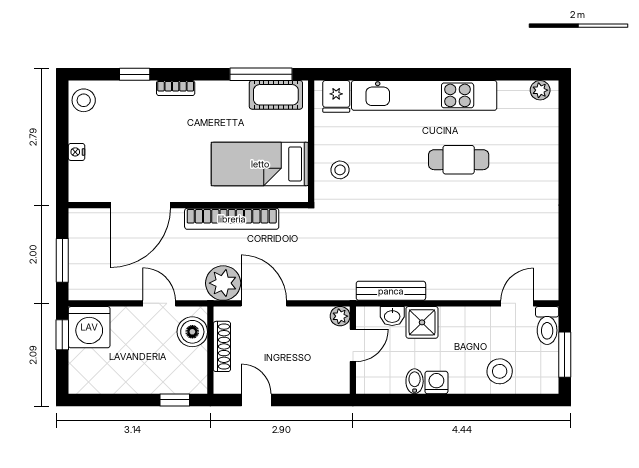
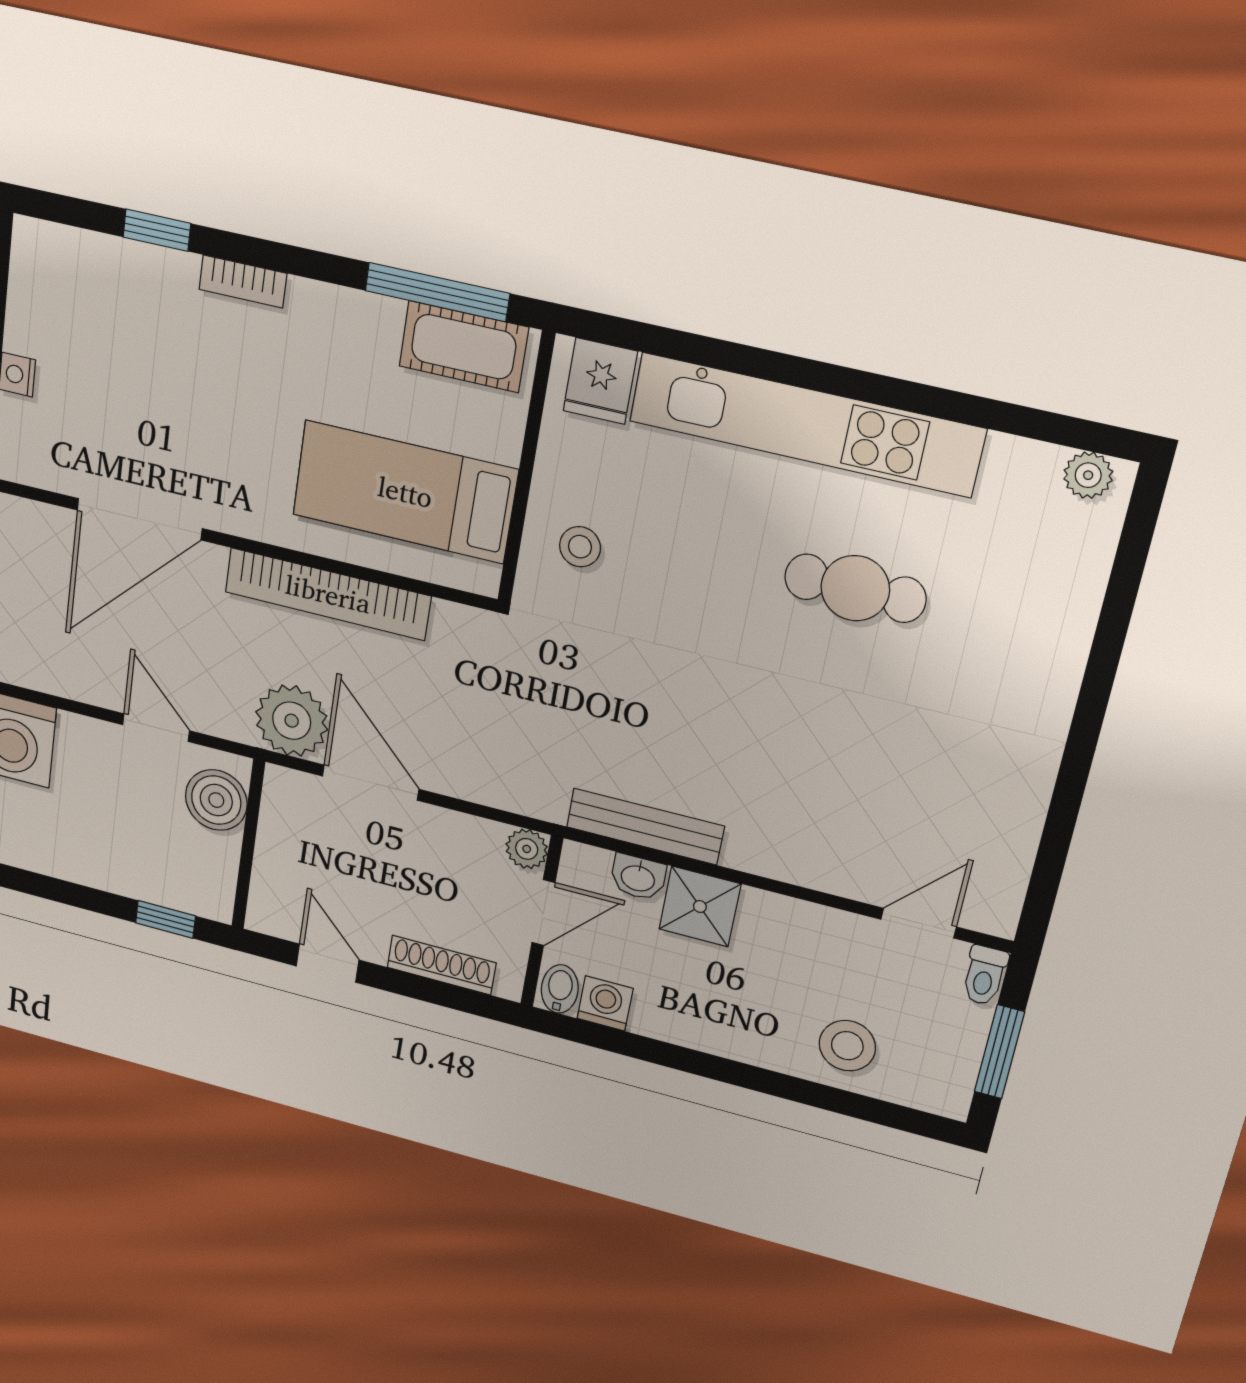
stool: (84, 100) -> (42, 265), removed
toilet: (547, 325) -> (984, 975), width x0.73, depth x0.72
shoe rack: (222, 346) -> (441, 965), moved, turned -90
bidet: (415, 381) -> (560, 989), moved
washing machine: (436, 382) -> (605, 1003), moved

